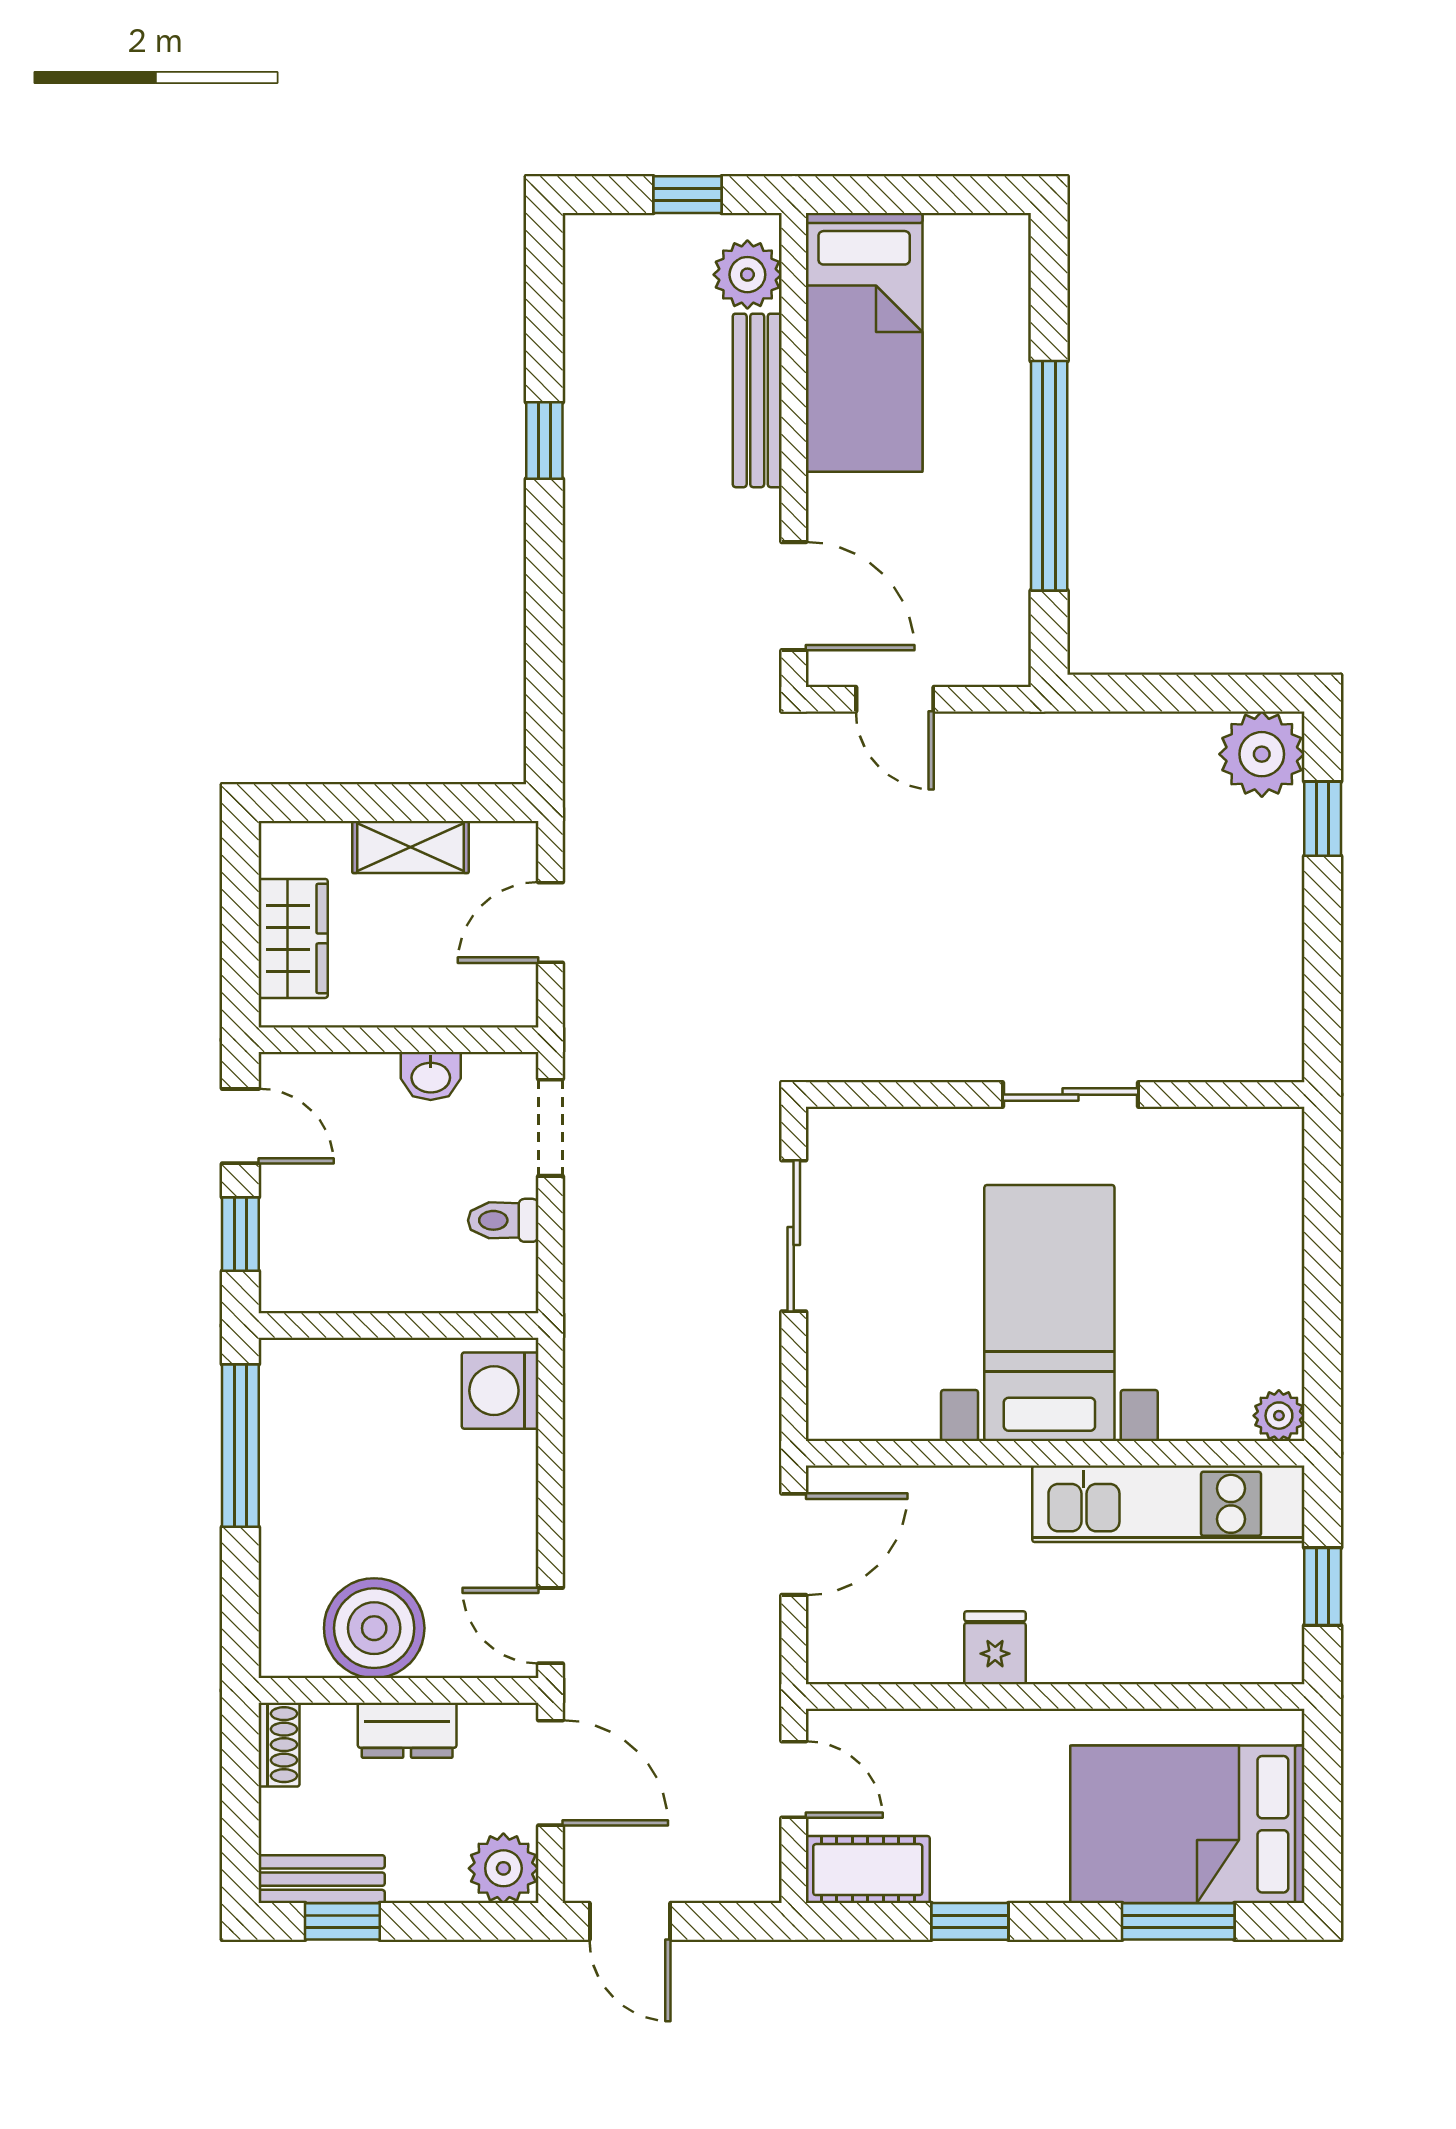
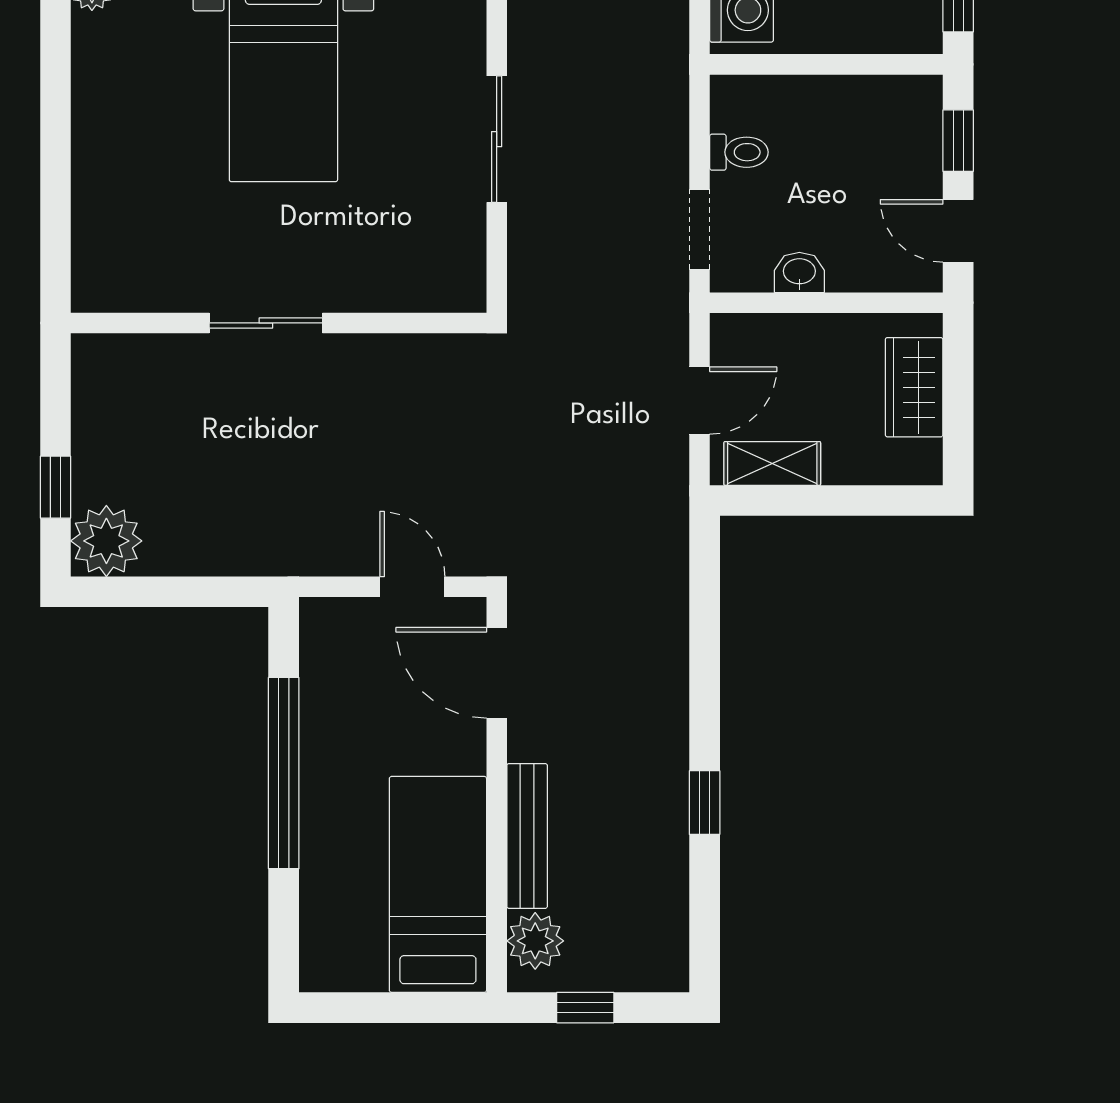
shelving: (410, 847) -> (772, 463), moved
wall: (1055, 1095) -> (279, 323), moved
sliding door: (1070, 1095) -> (266, 323), moved

